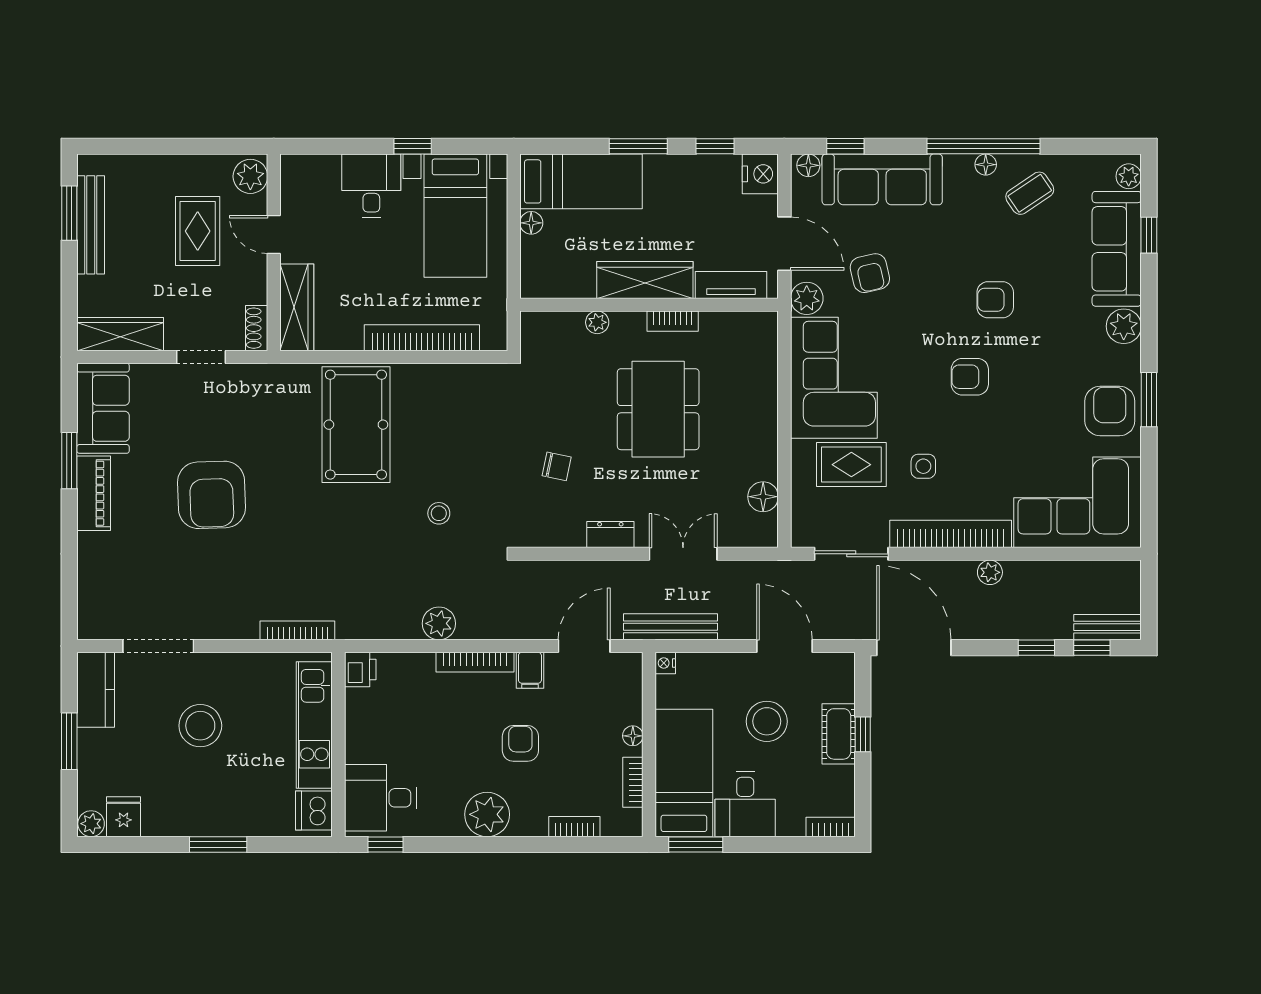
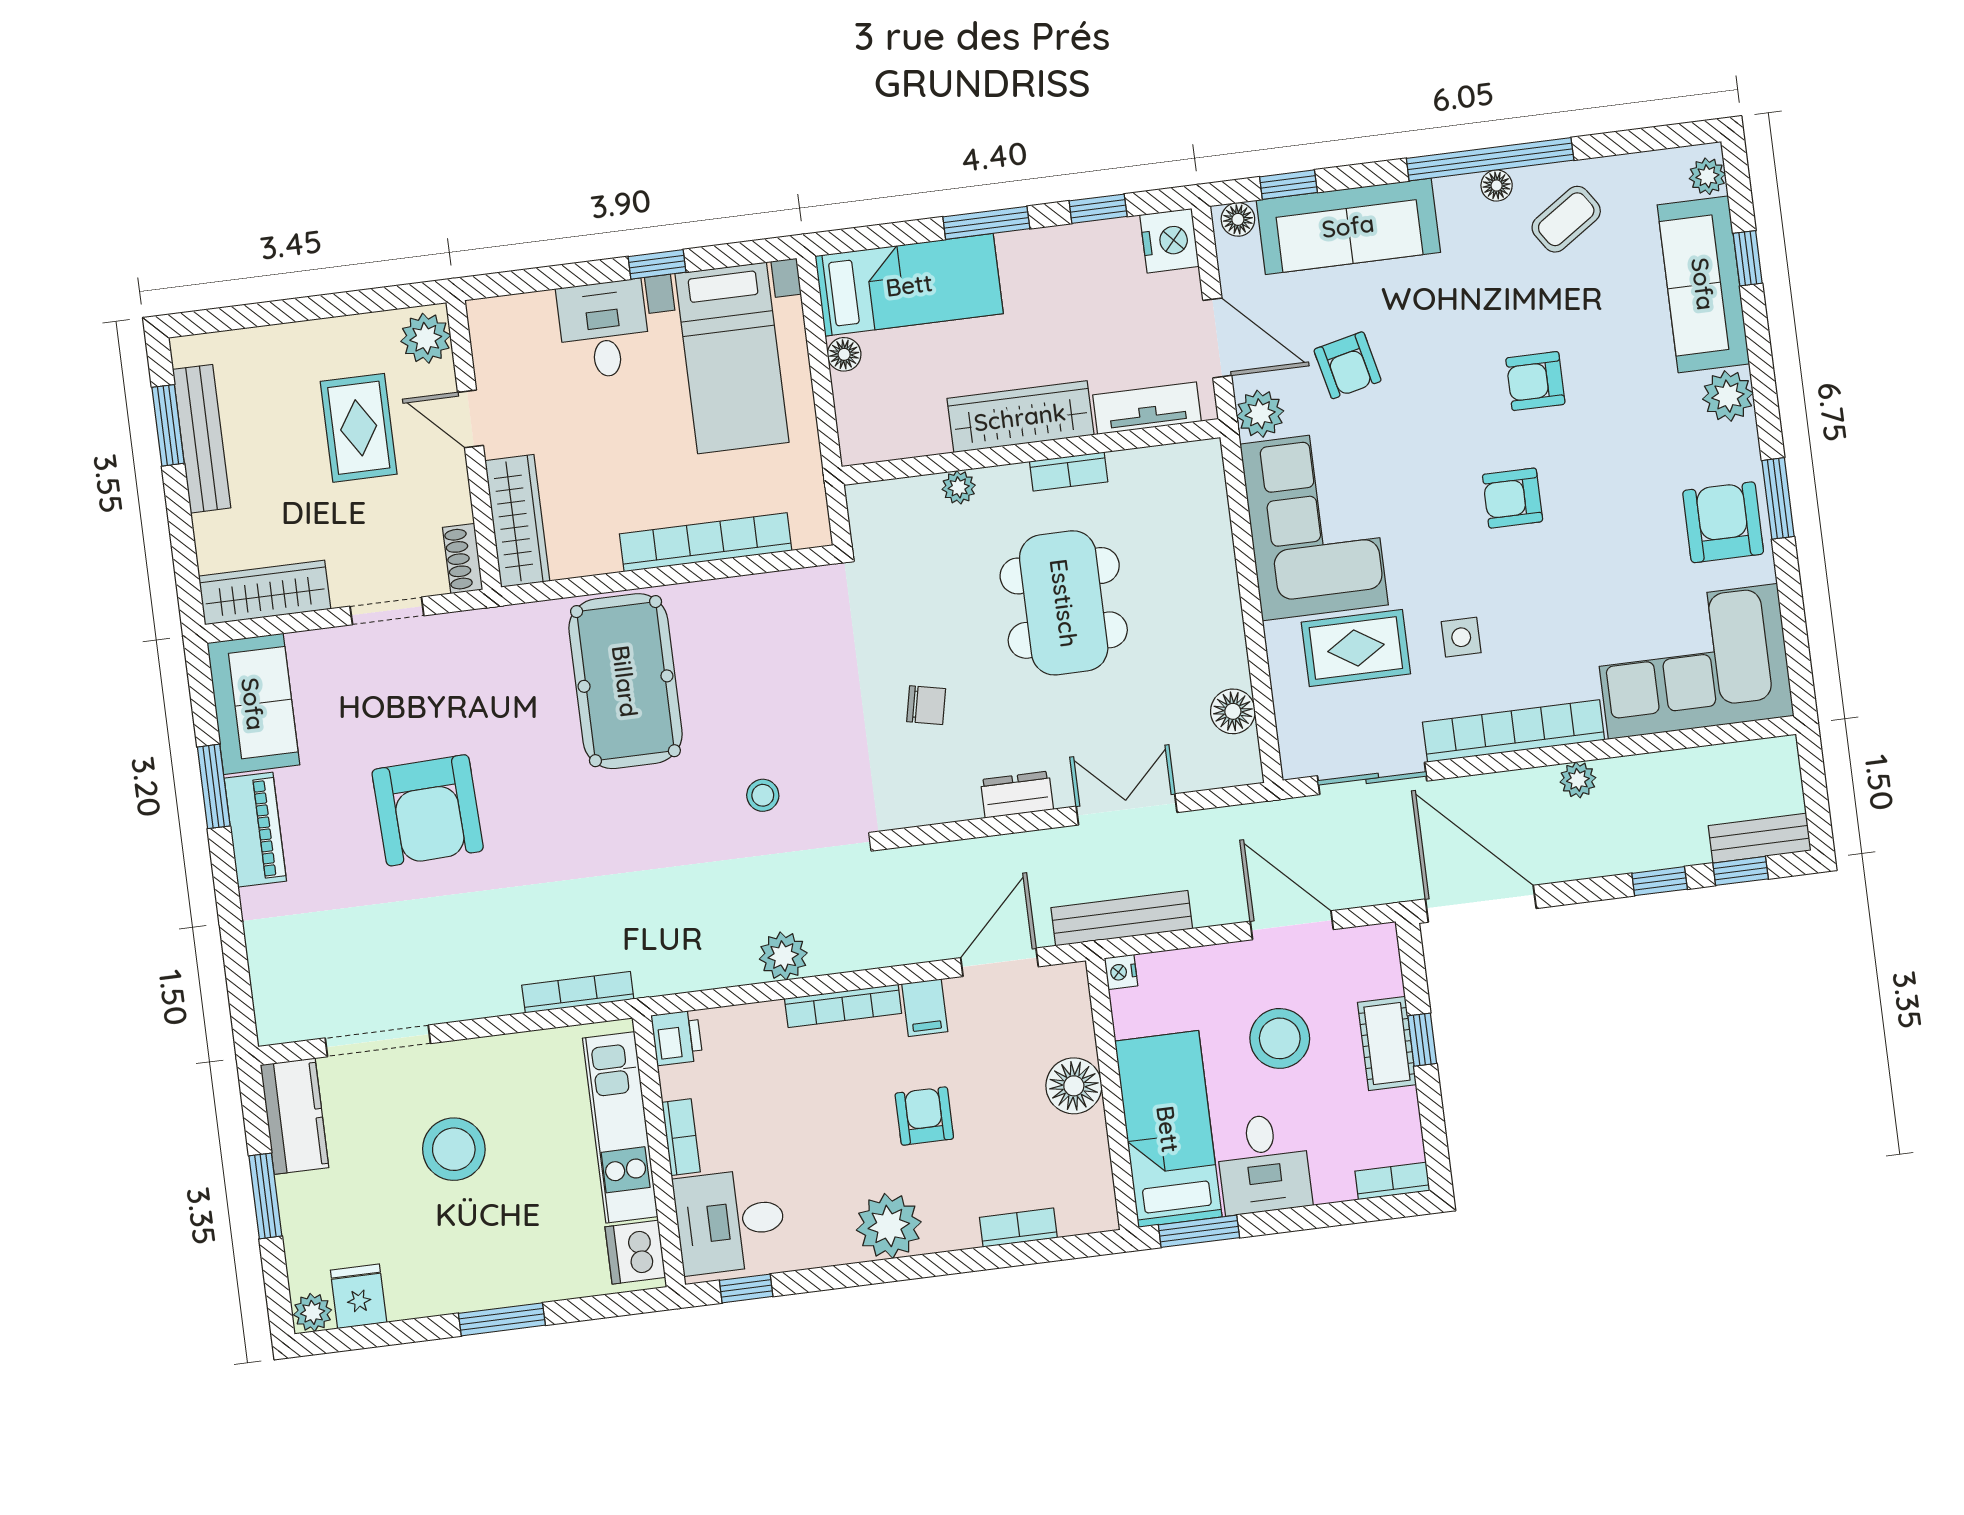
floor lamp: (633, 736) -> (1074, 1086), width x1.89, depth x1.89
bookcase: (633, 782) -> (681, 1137), moved, turned 180

